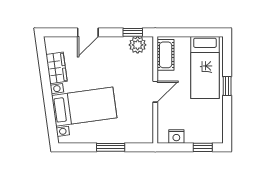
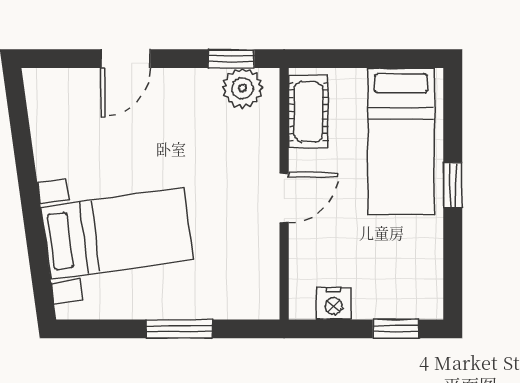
wardrobe: (57, 68) -> (52, 142), removed

